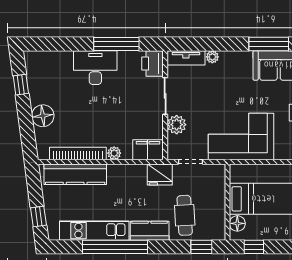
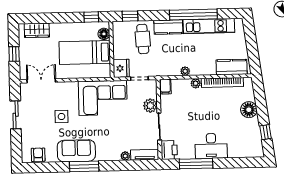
filing cabinet: (148, 150) -> (165, 87), width x0.50
plant: (128, 170) -> (185, 71), added
kitchen counter: (75, 174) -> (232, 67), width x0.67
fridge: (160, 174) -> (121, 68), moved, turned 90
window: (38, 216) -> (250, 36), removed

